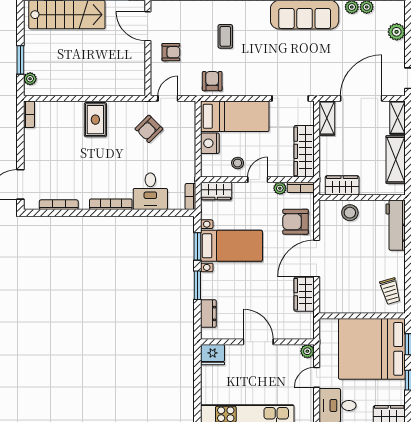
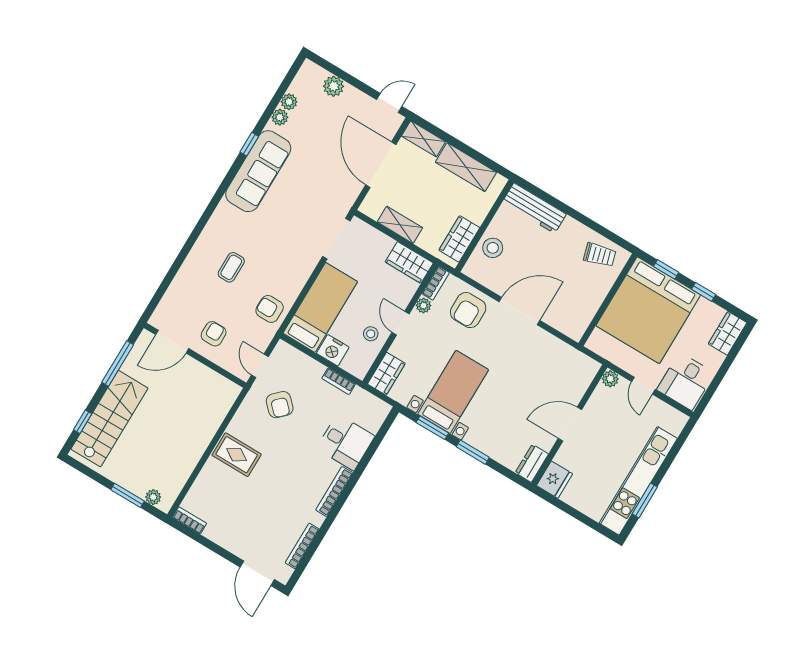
coffee table: (225, 36) -> (231, 267), turned 90
shelving: (327, 118) -> (400, 225), moved
wardrobe: (304, 151) -> (409, 262), width x0.67
bookcase: (190, 196) -> (339, 381), moved
door: (317, 258) -> (520, 311), swing flipped
wardrobe: (304, 294) -> (549, 346), removed
dresser: (208, 314) -> (532, 463), moved, turned -90

